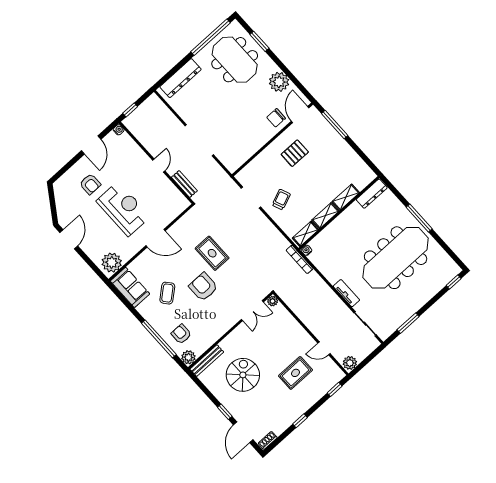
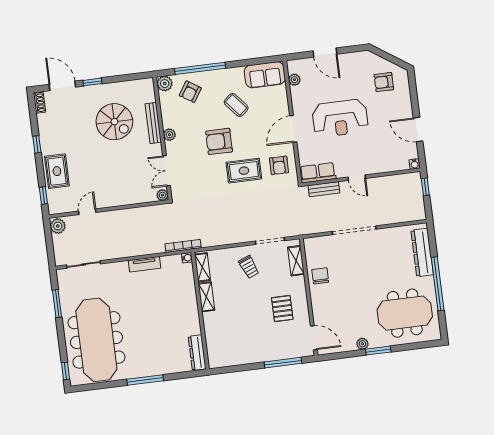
window: (210, 37) -> (438, 284), moved
window: (259, 41) -> (378, 351), moved
plant: (279, 82) -> (362, 344), width x0.53, depth x0.53
chair: (276, 118) -> (320, 276), moved
armchair: (90, 184) -> (384, 82), moved
row of seats: (175, 197) -> (318, 173), added
shelving: (346, 197) -> (296, 261), moved
armchair: (190, 230) -> (279, 165), added
door: (69, 239) -> (325, 53), moved
meeting table: (396, 258) -> (96, 340), moved
plant: (112, 263) -> (294, 80), width x0.53, depth x0.53
armchair: (203, 287) -> (219, 141), turned 180
tv unit: (346, 293) -> (144, 264), moved
plant: (224, 327) -> (169, 135), added
armchair: (181, 334) -> (190, 92), turned 123
bench: (207, 361) -> (153, 123), moved
rug: (296, 373) -> (57, 171), moved

